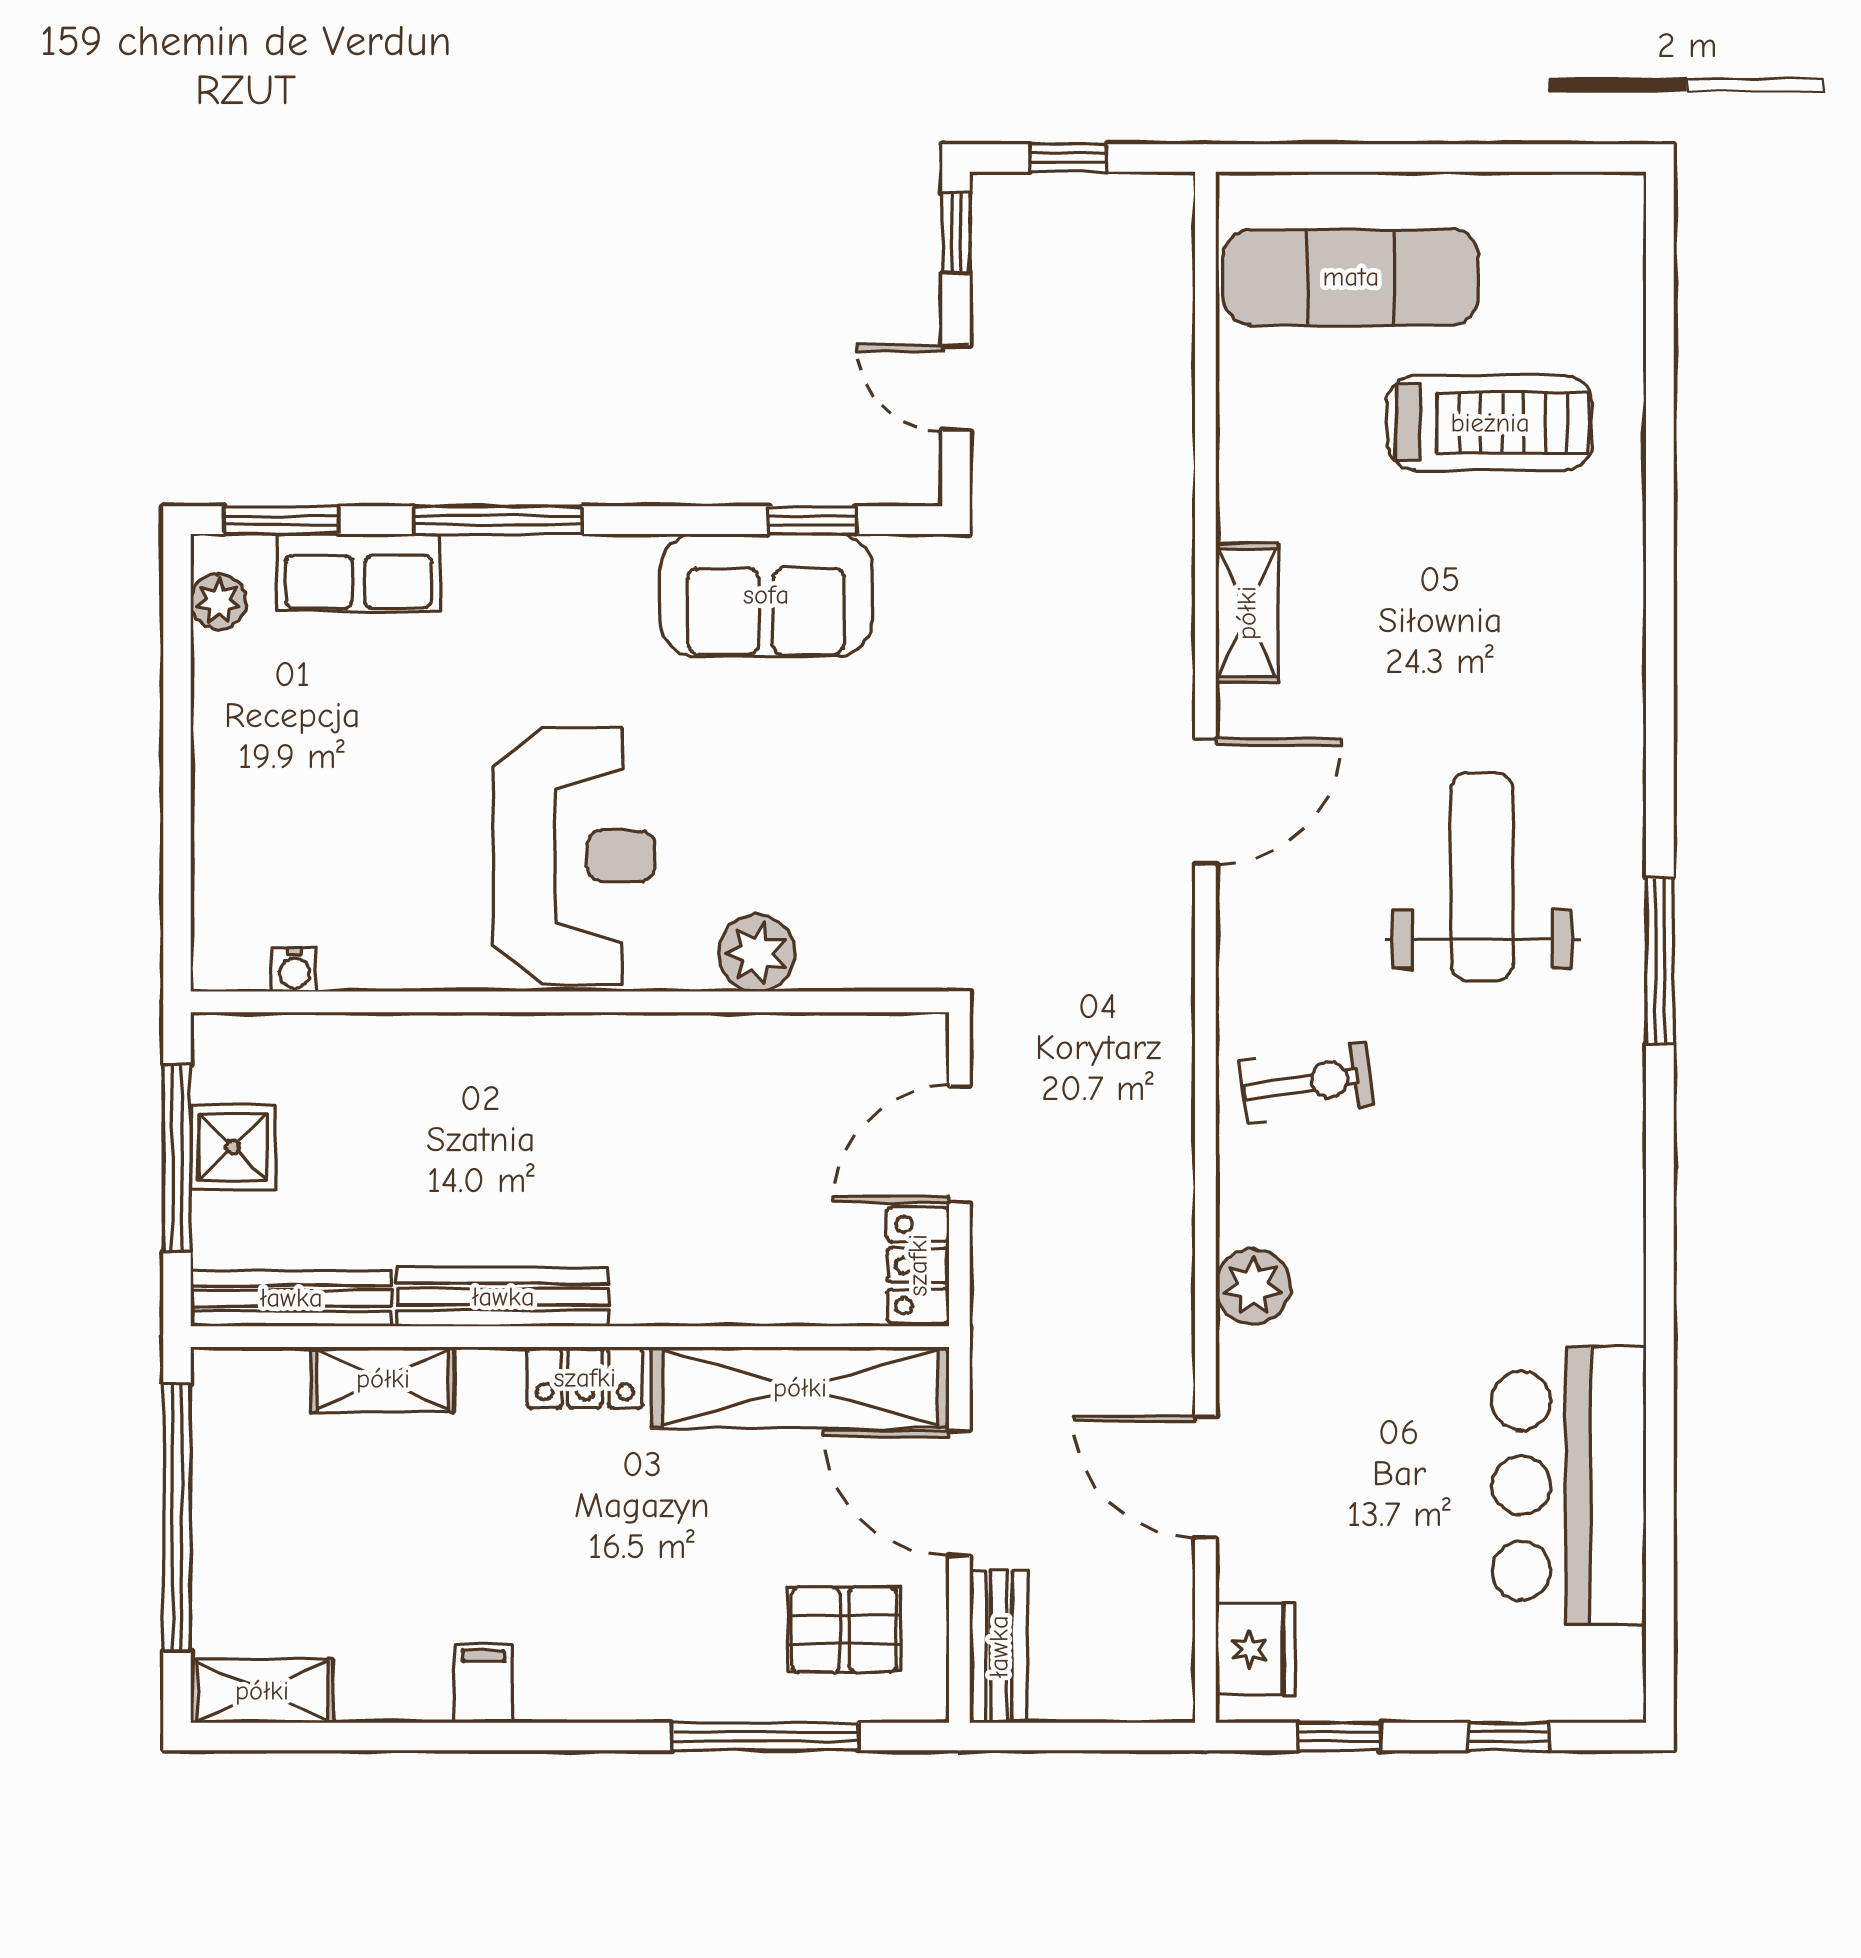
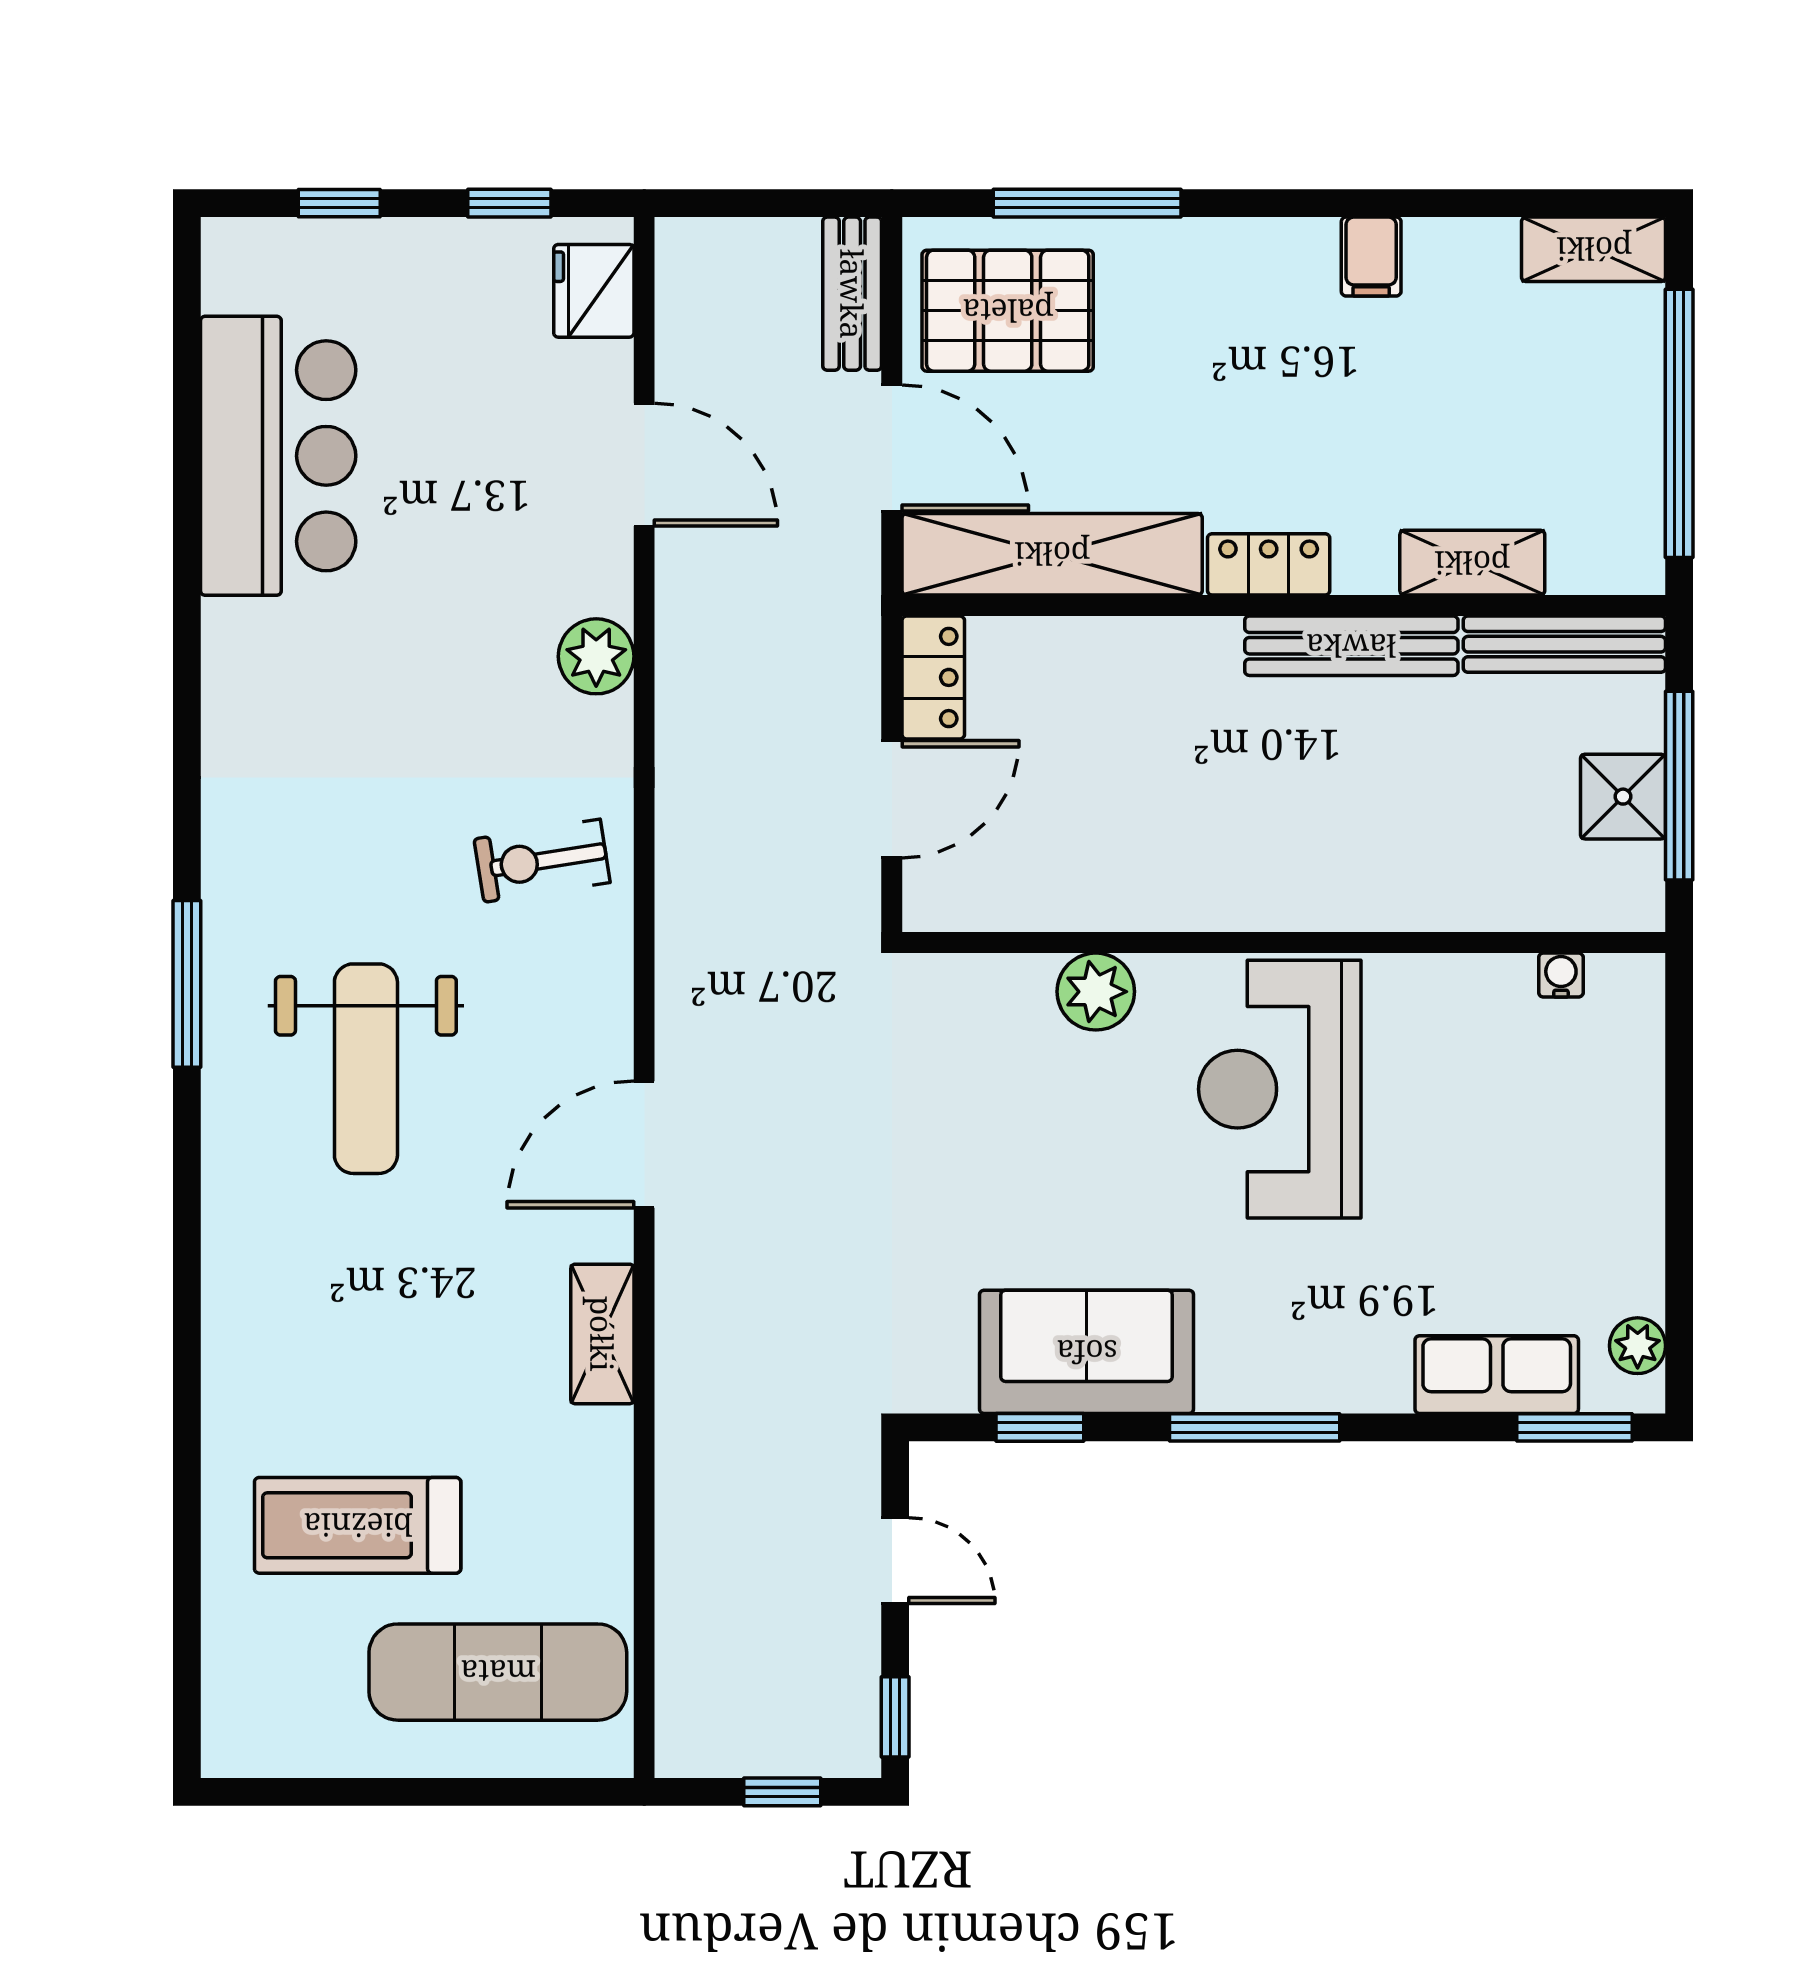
window: (498, 520) -> (1255, 1427), moved
pallet: (844, 1630) -> (1008, 311), width x1.50, depth x1.42

